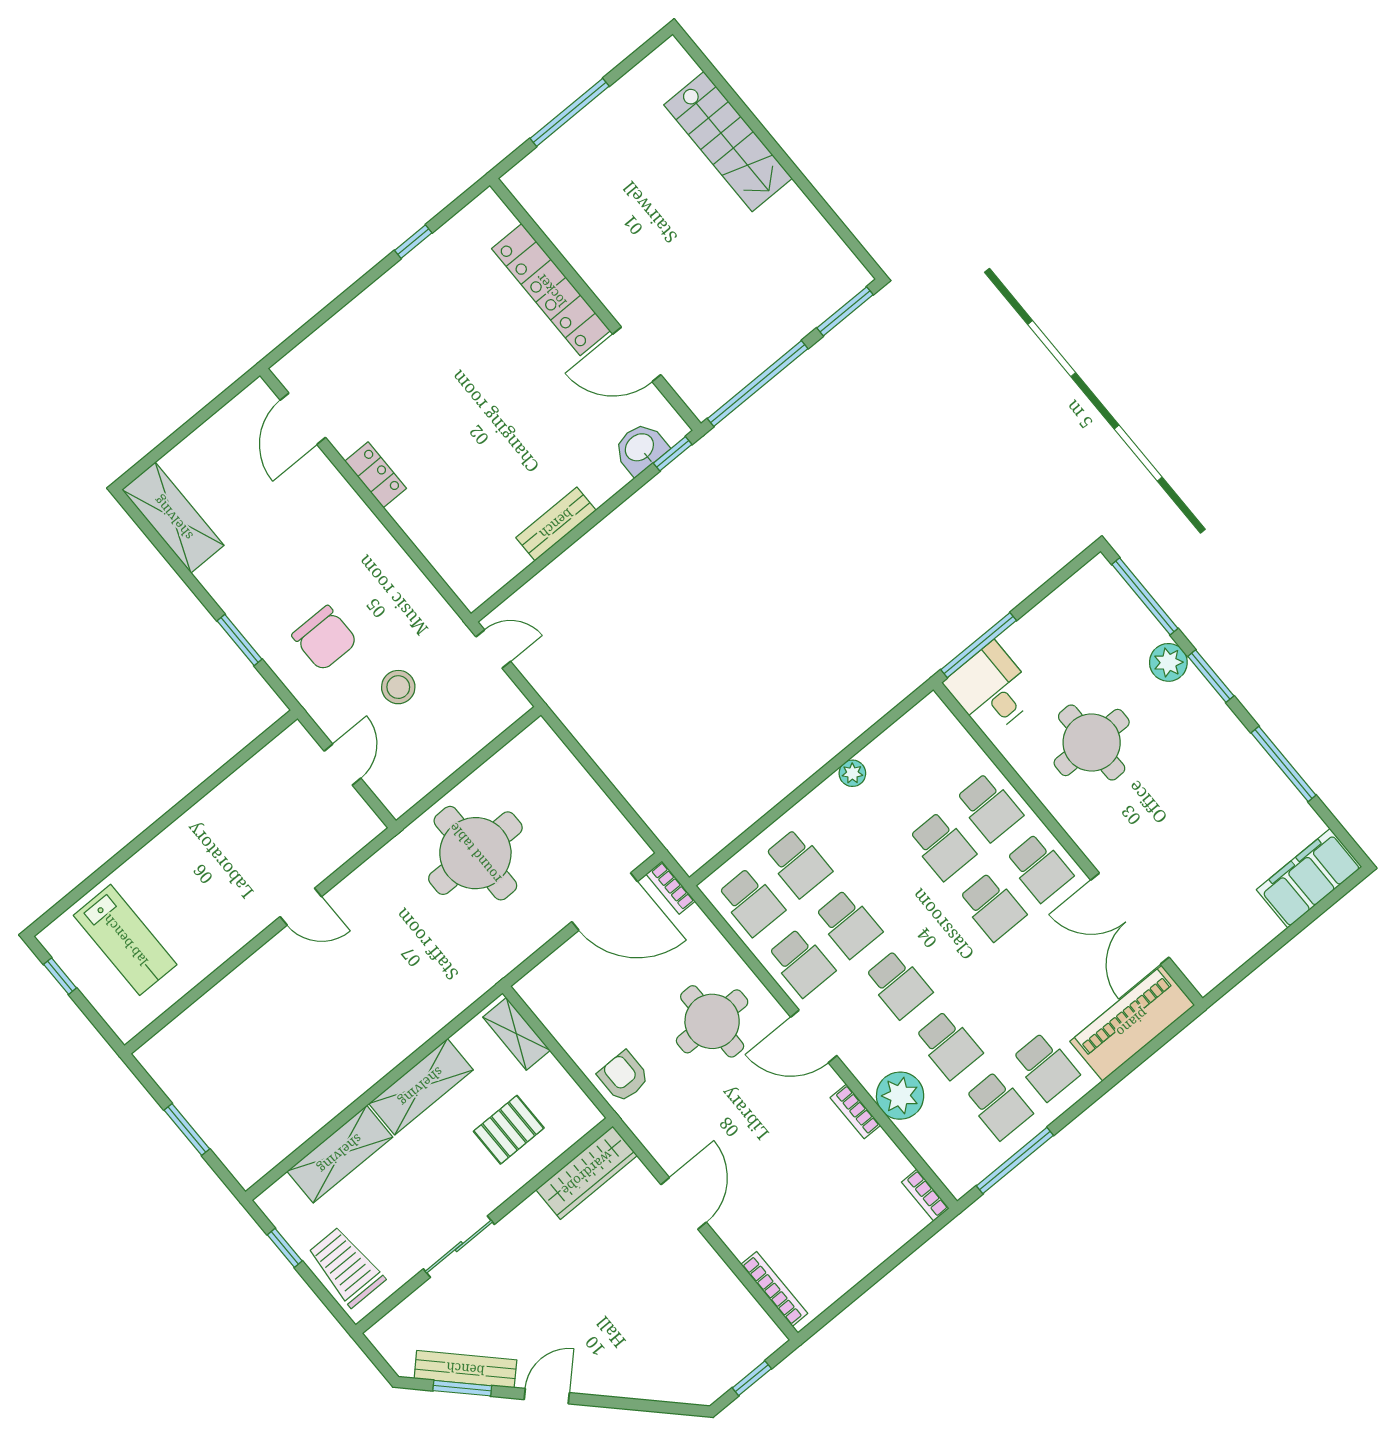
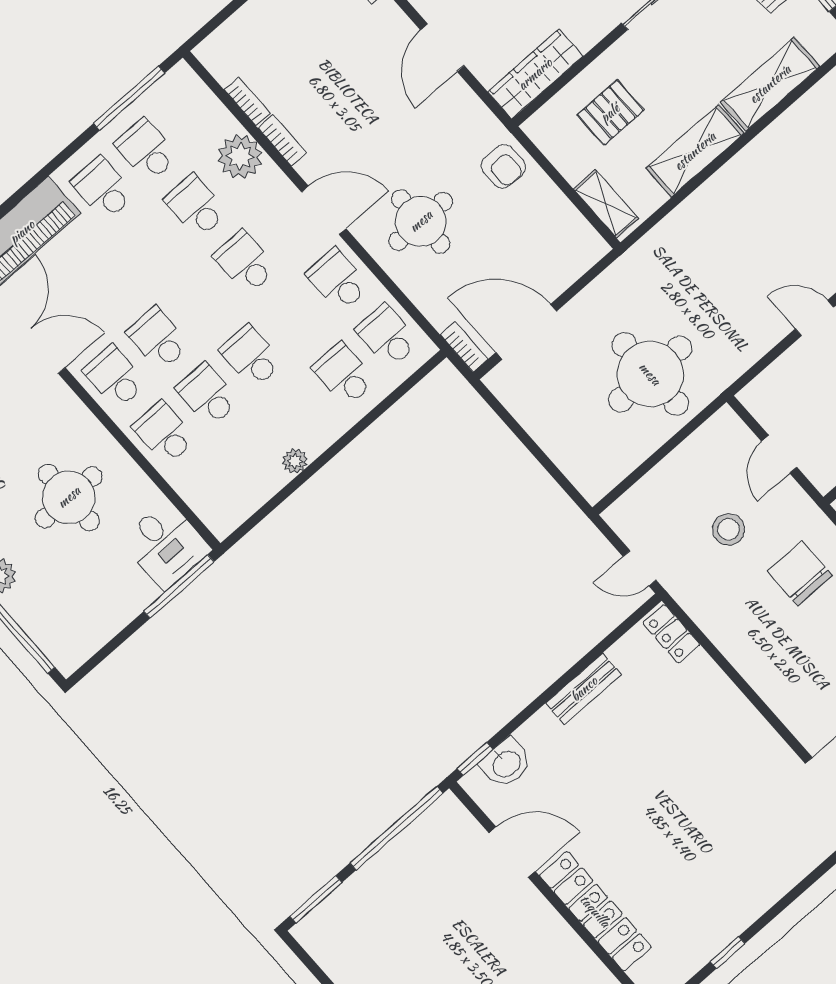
locker: (376, 475) -> (671, 634), moved
school desk: (848, 924) -> (251, 356), moved
bookcase: (925, 1195) -> (247, 101), moved

